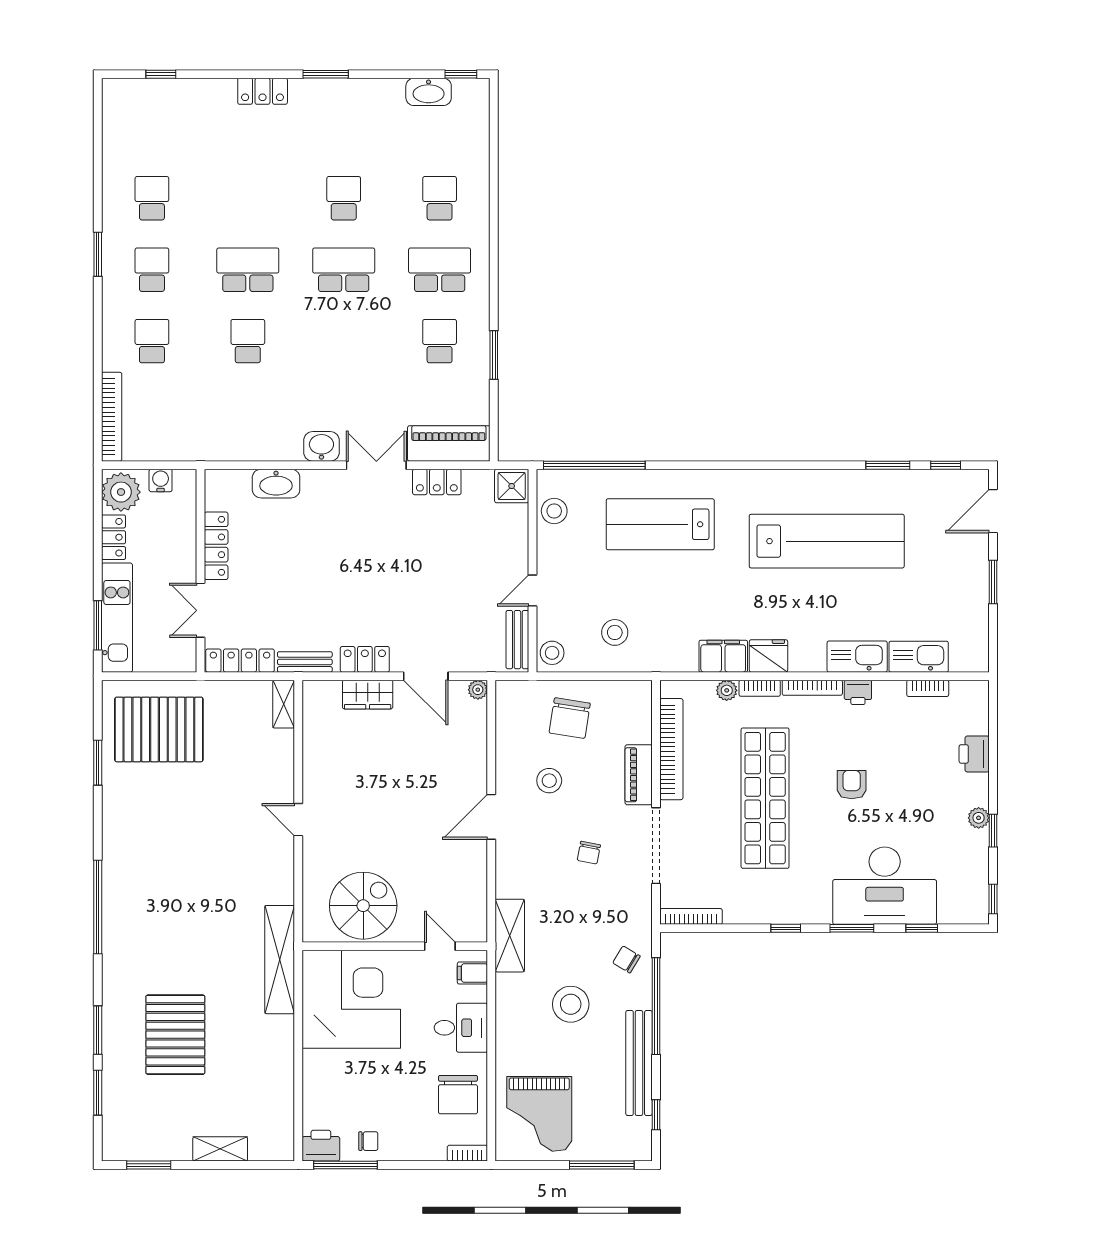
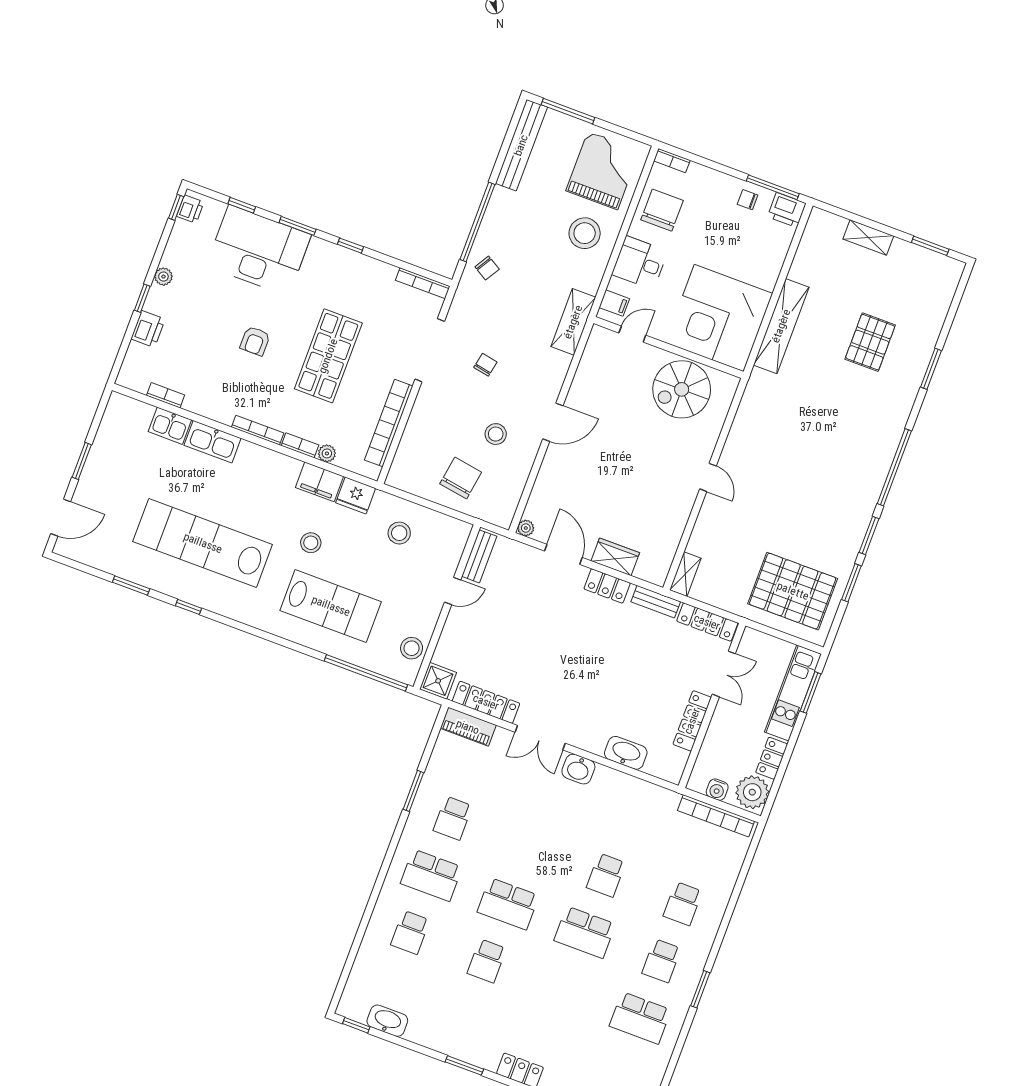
school desk: (152, 198) -> (640, 1018), width x1.85
bookcase: (112, 417) -> (716, 816), moved, turned -90
piano: (449, 443) -> (468, 727), width x0.73, depth x0.75
window: (946, 465) -> (188, 607), moved
locker: (437, 482) -> (486, 702), width x1.53
stool: (552, 653) -> (311, 543), moved
fridge: (769, 656) -> (356, 495), moved
kitchen sink: (919, 657) -> (170, 426), width x0.73
printer: (858, 692) -> (190, 209), moved, turned 90
piano: (639, 775) -> (422, 412), removed
shop shelf: (765, 798) -> (328, 356), width x0.71
window: (993, 831) -> (142, 298), moved
door: (440, 946) -> (632, 334), swing flipped
shelving: (280, 960) -> (781, 326), moved
stool: (571, 1004) -> (585, 233), moved
pallet: (175, 1035) -> (870, 342), width x0.73, depth x0.71
bench: (639, 1063) -> (521, 145), moved
window: (98, 1093) -> (869, 535), moved
window: (656, 1115) -> (510, 135), removed

